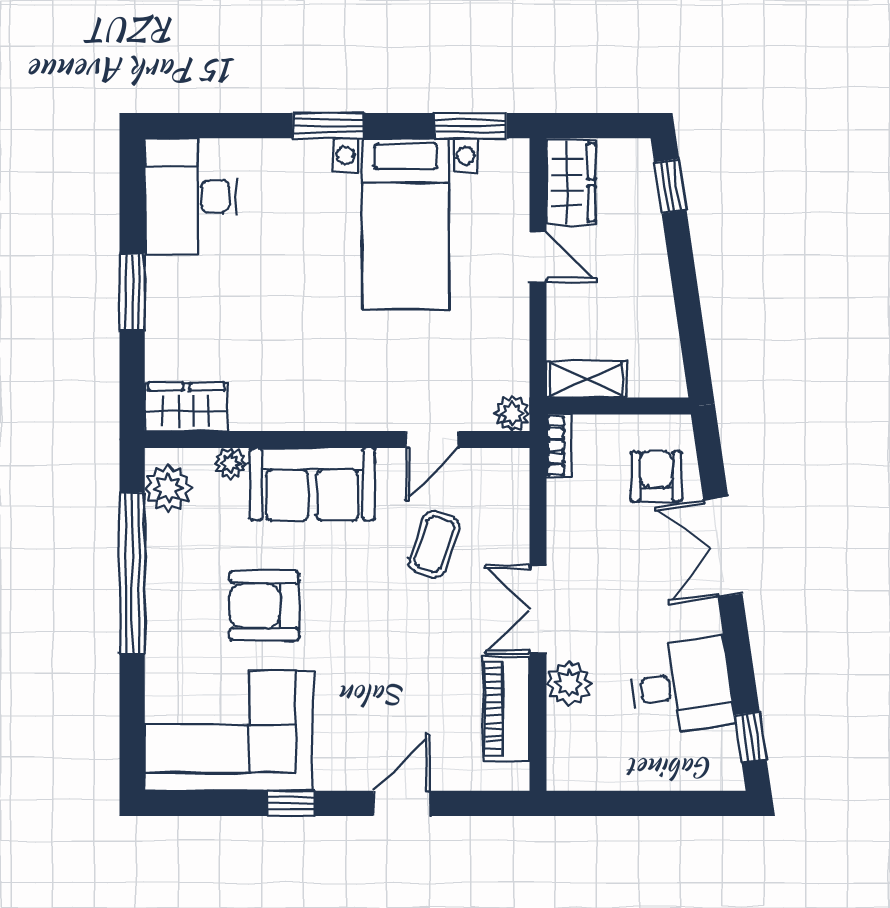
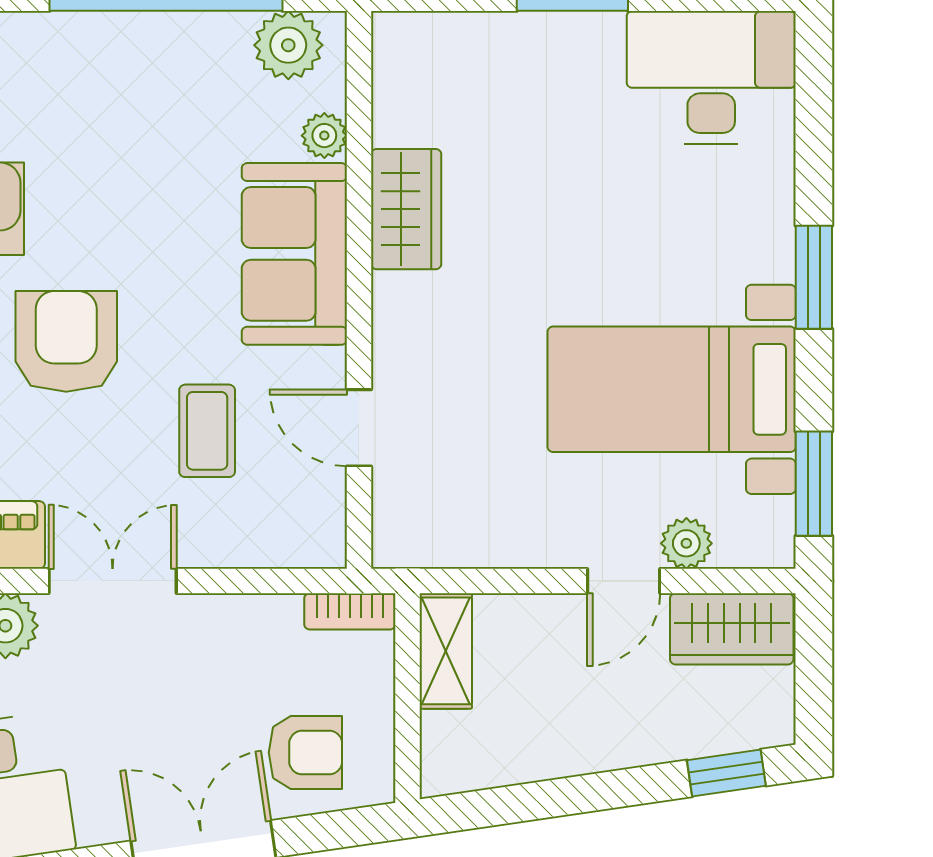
wardrobe: (186, 407) -> (406, 209), moved
plant: (512, 413) -> (686, 543), moved
coffee table: (434, 544) -> (207, 431), turned 71
armchair: (264, 606) -> (66, 341), moved

